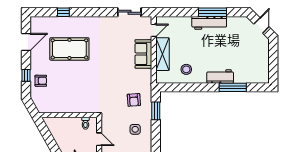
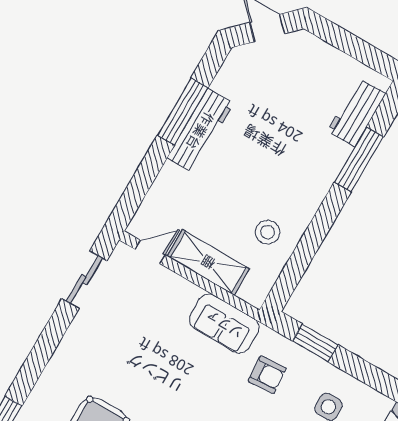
door: (154, 30) -> (150, 252), hinge flipped
sofa: (143, 54) -> (224, 324), moved
workbench: (220, 76) -> (357, 112), moved

